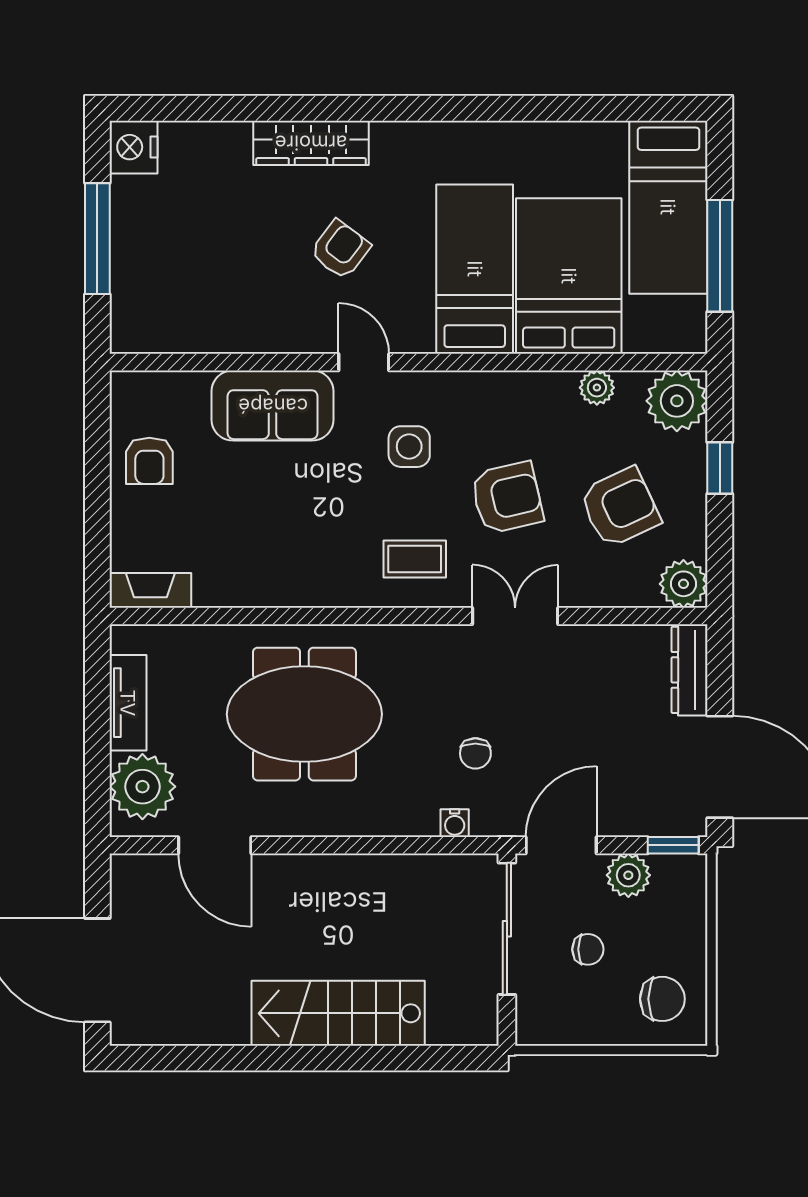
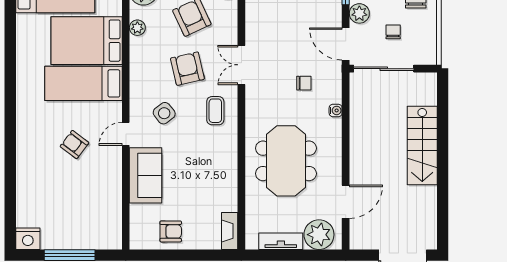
wardrobe: (311, 143) -> (26, 158), removed
side table: (409, 447) -> (164, 113), turned -38
water cooler: (455, 823) -> (336, 110), moved

